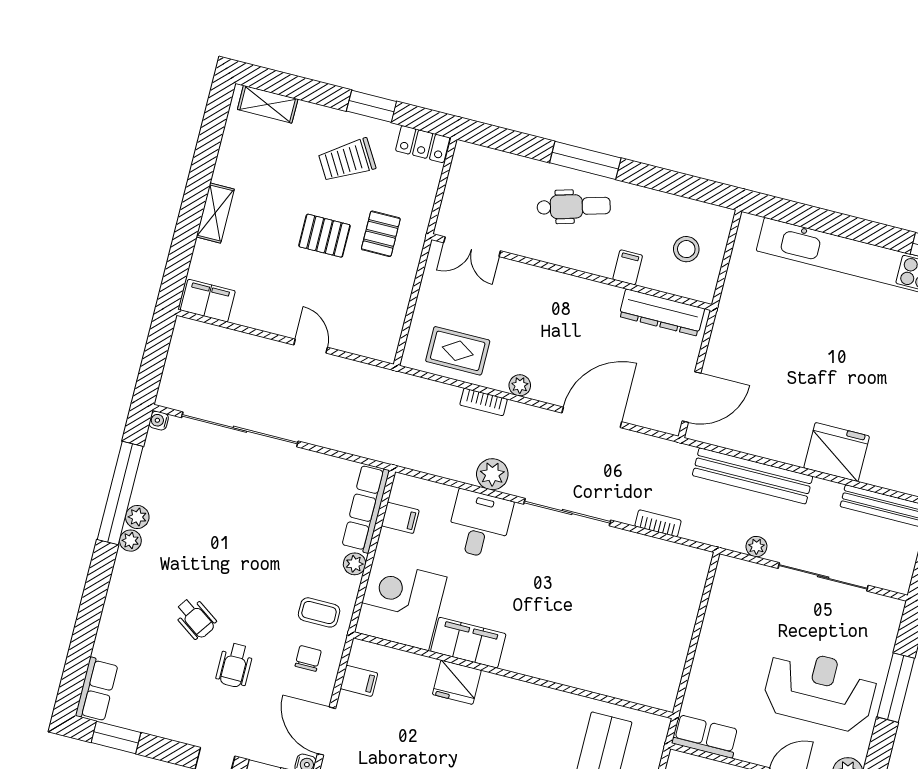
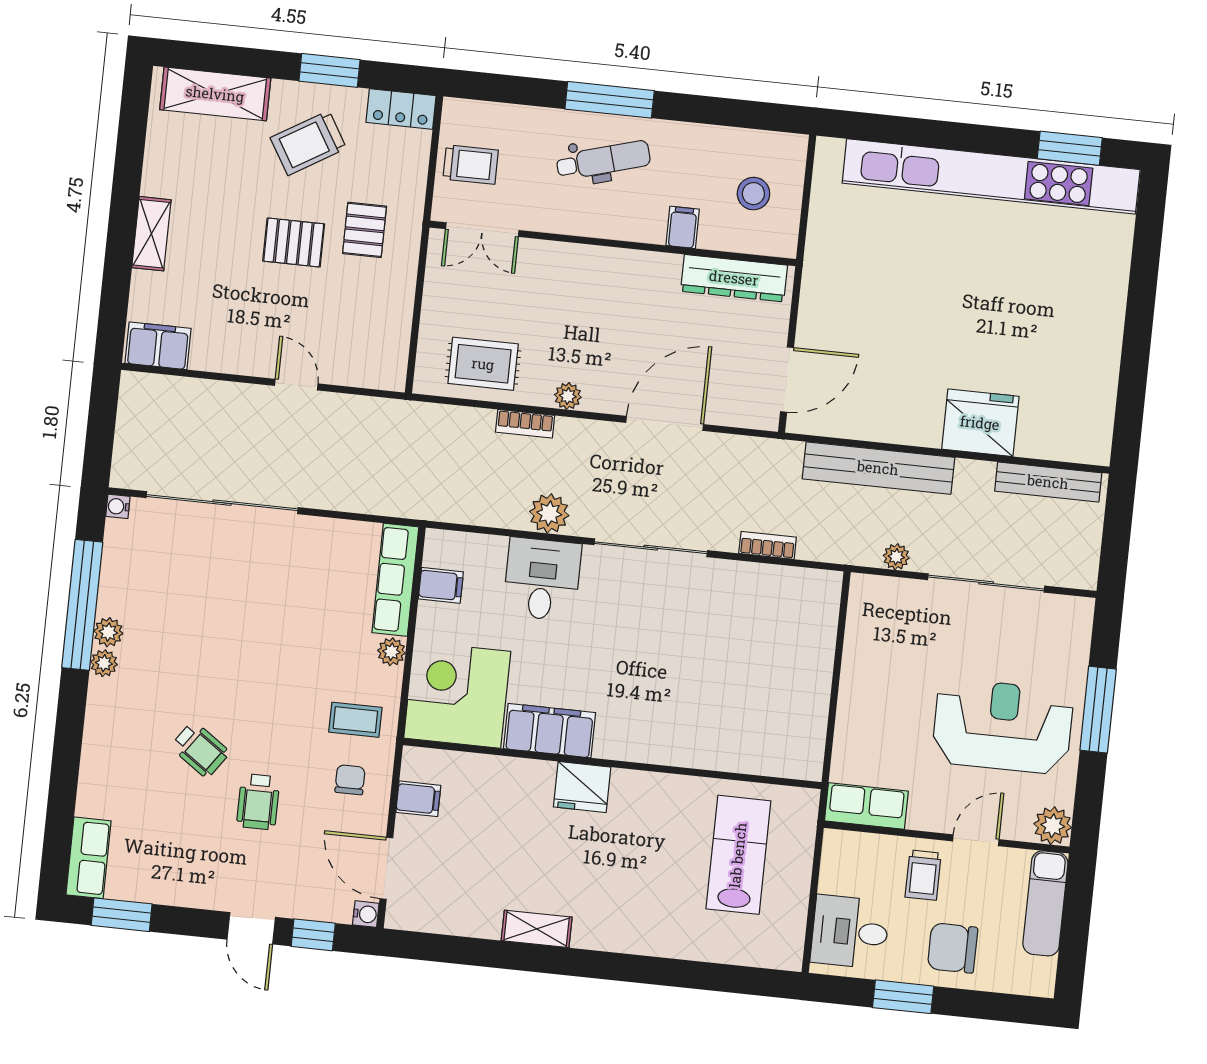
shelving: (268, 104) -> (215, 94), width x1.50, depth x1.33
trolley: (470, 195) -> (471, 165), added
fridge: (457, 682) -> (582, 787), moved

